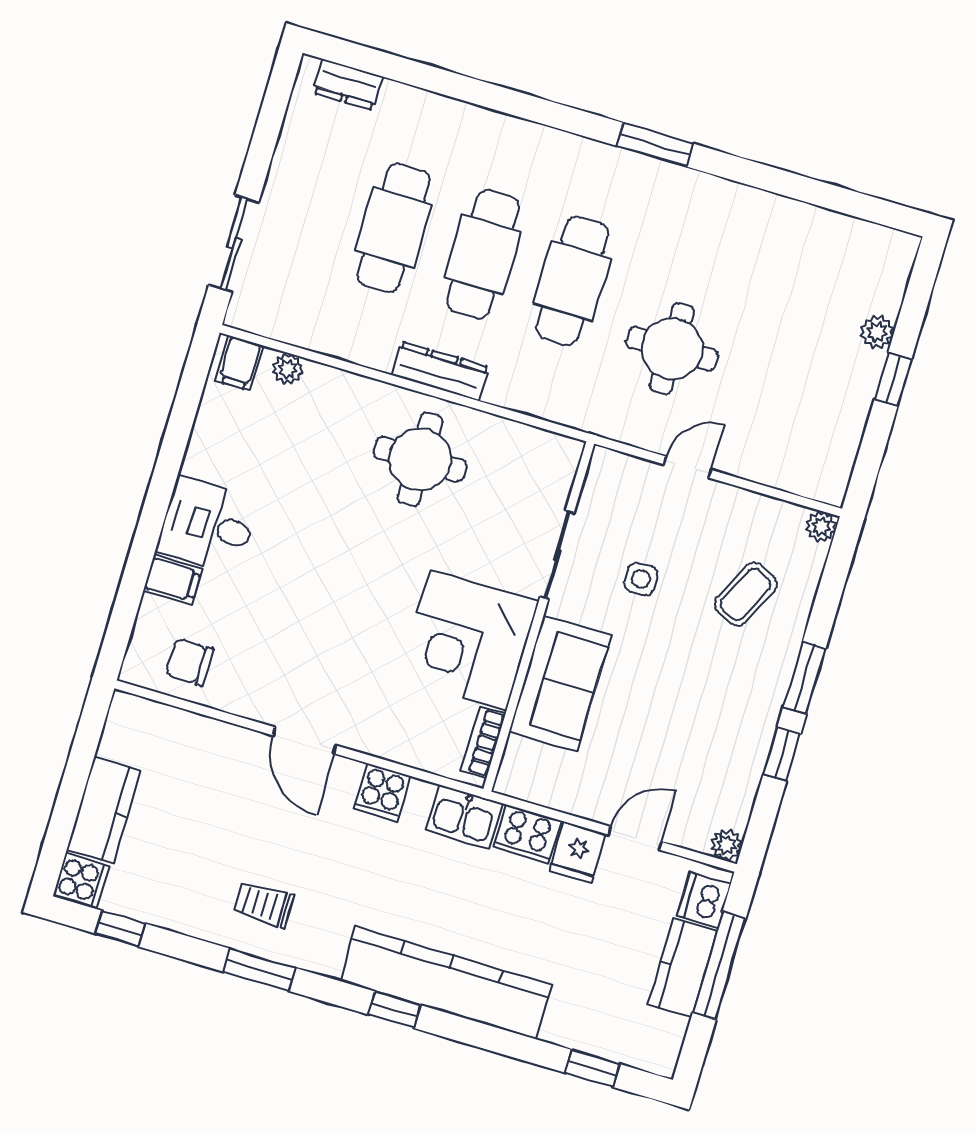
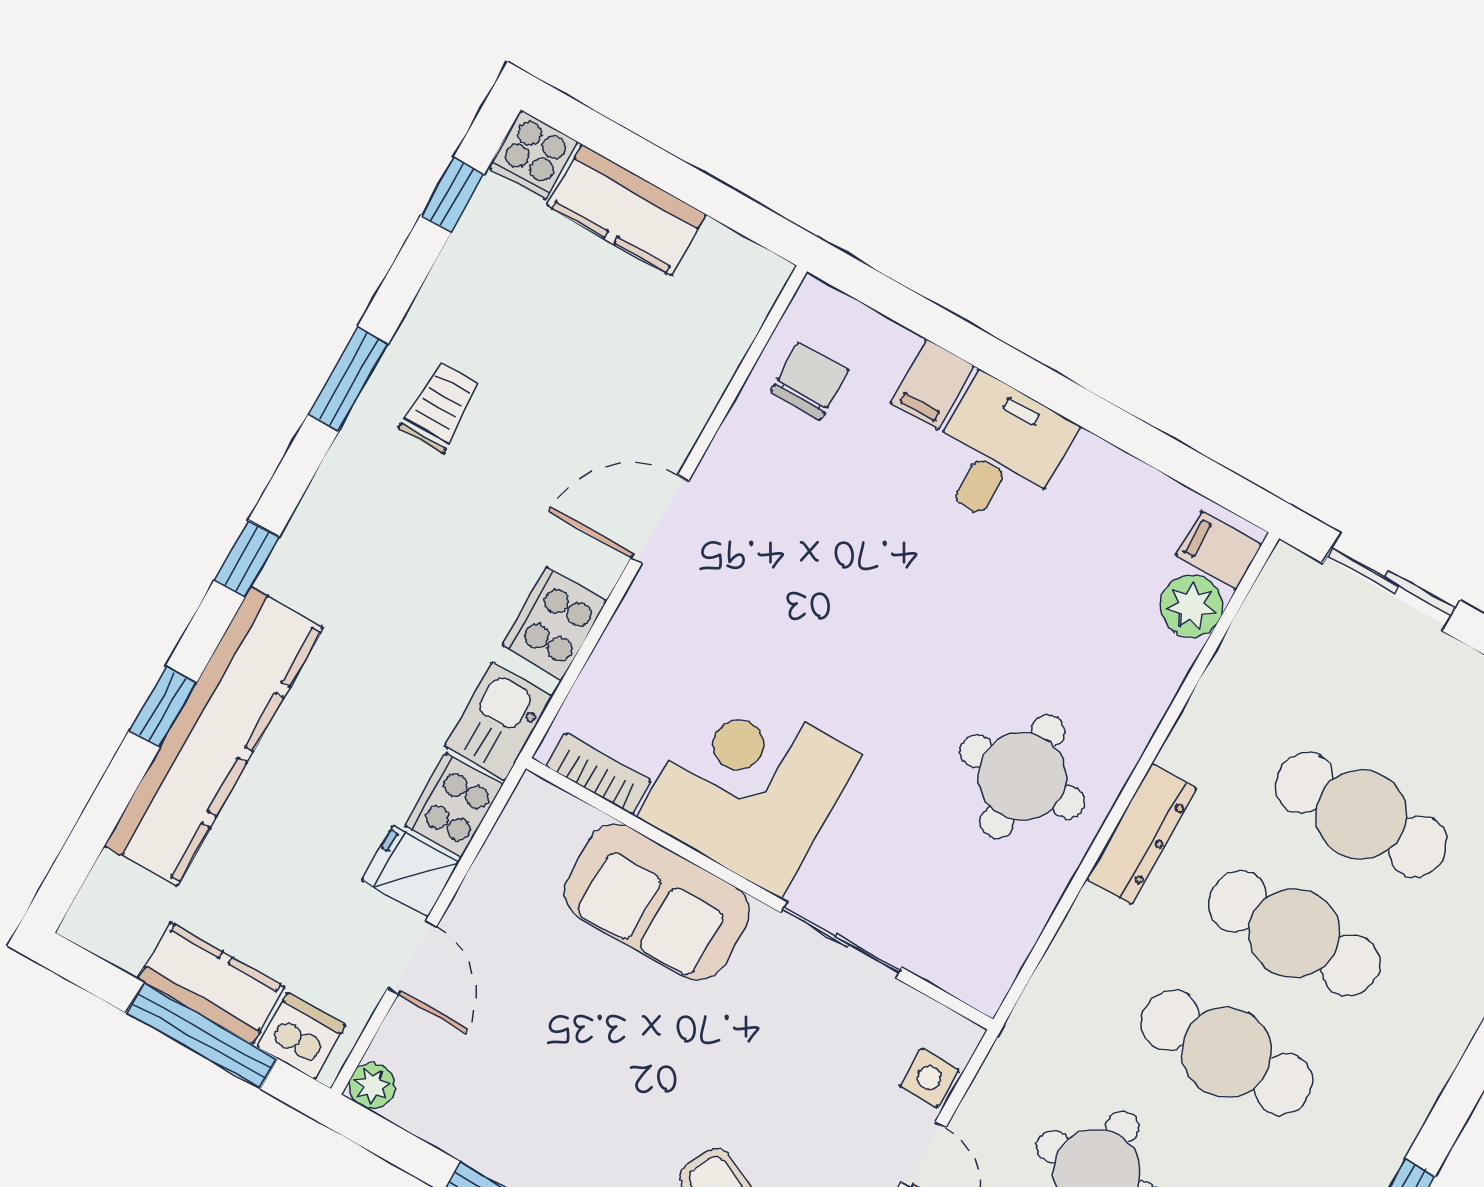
plant: (288, 369) -> (1192, 606), width x1.38, depth x1.38
side table: (641, 579) -> (929, 1078), moved
cooker: (382, 792) -> (554, 623), width x1.36
kitchen counter: (446, 983) -> (214, 737), moved
window: (592, 1068) -> (163, 707), moved

